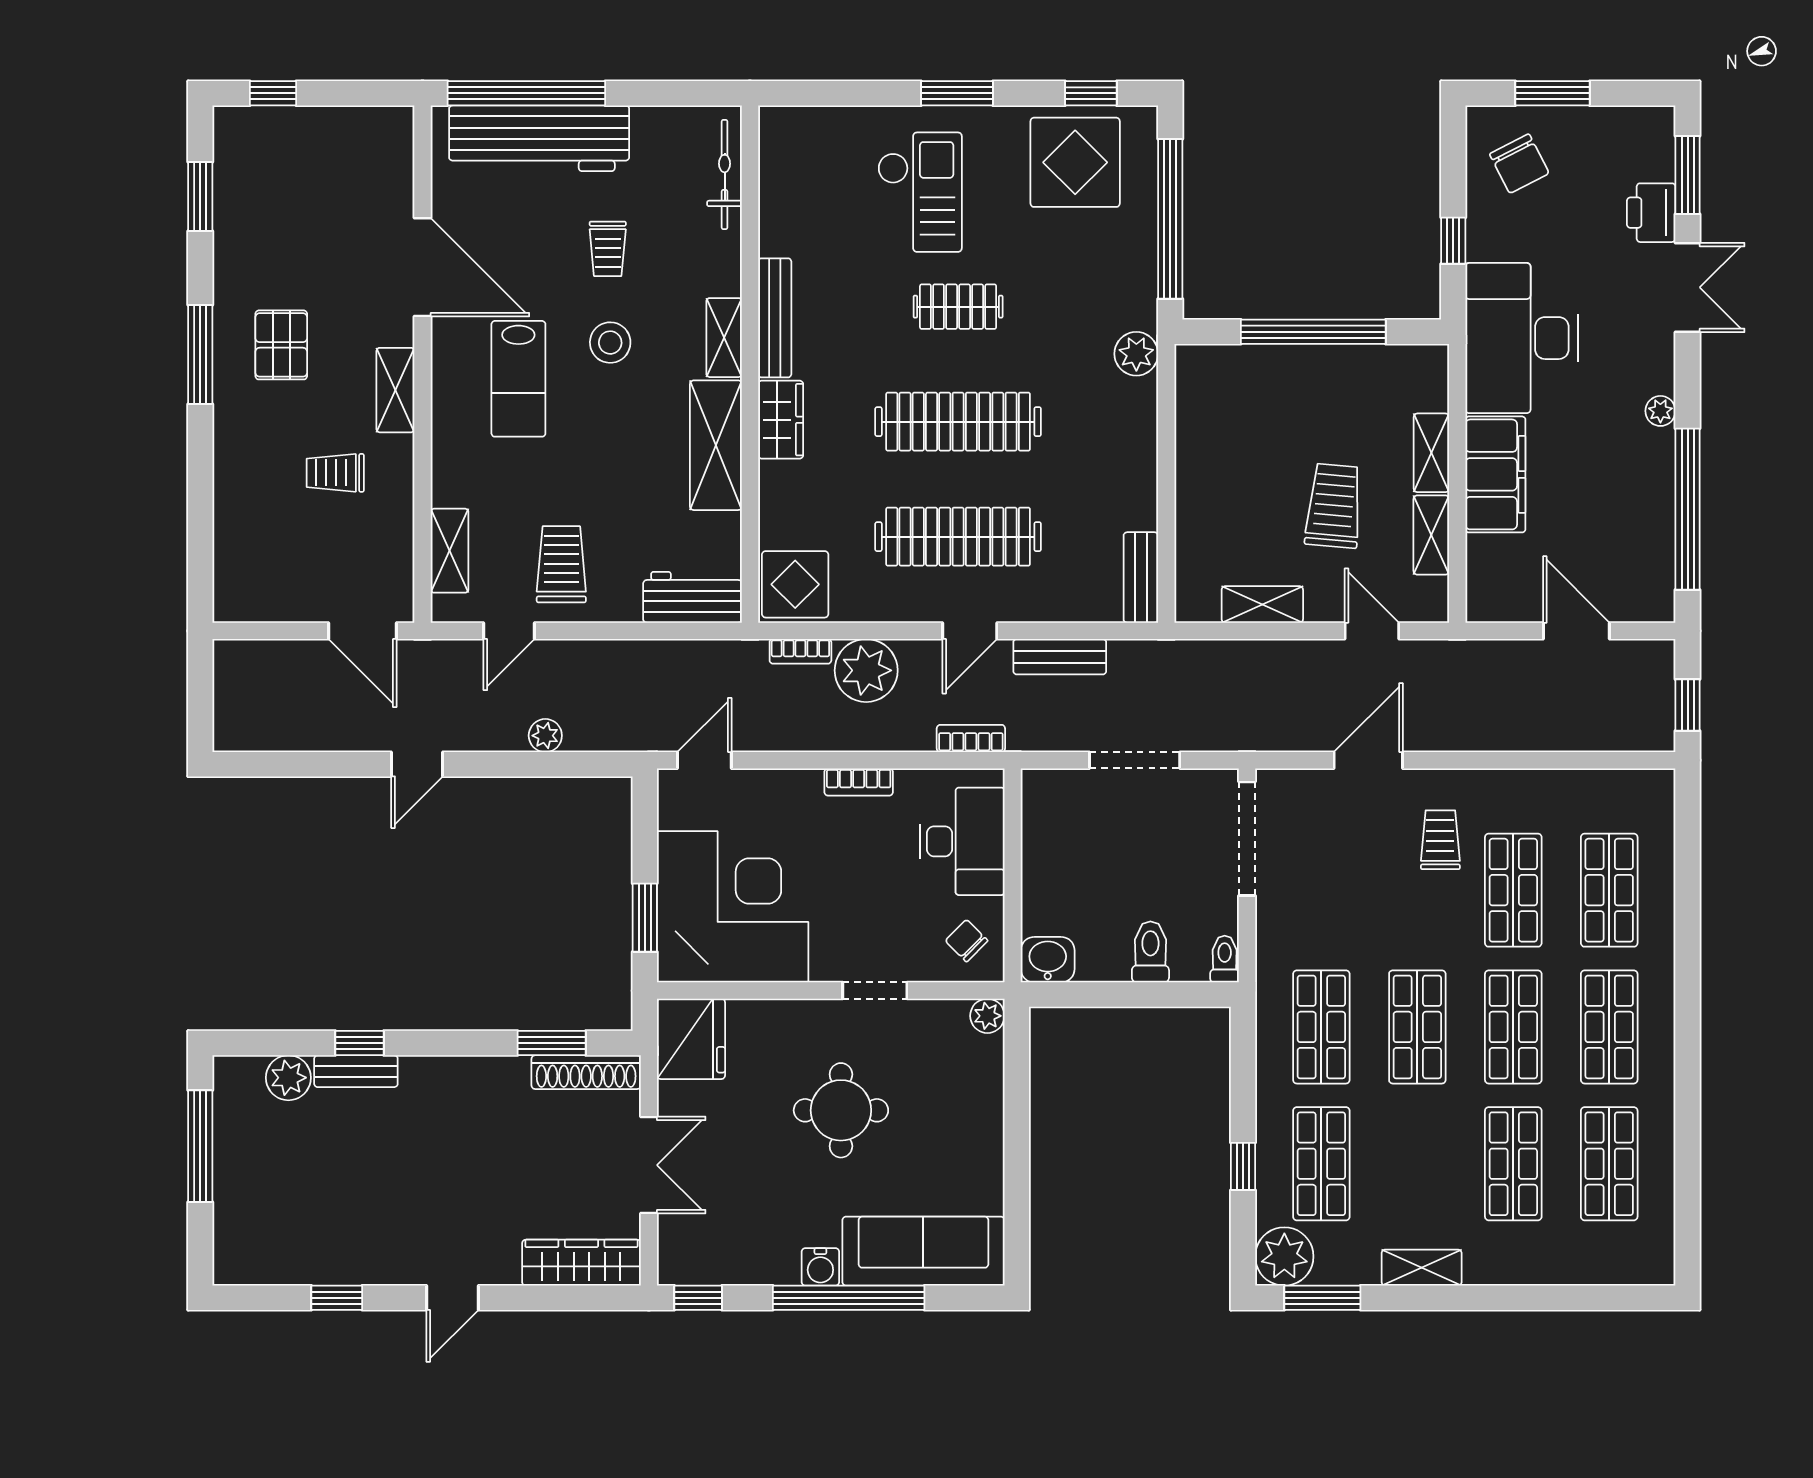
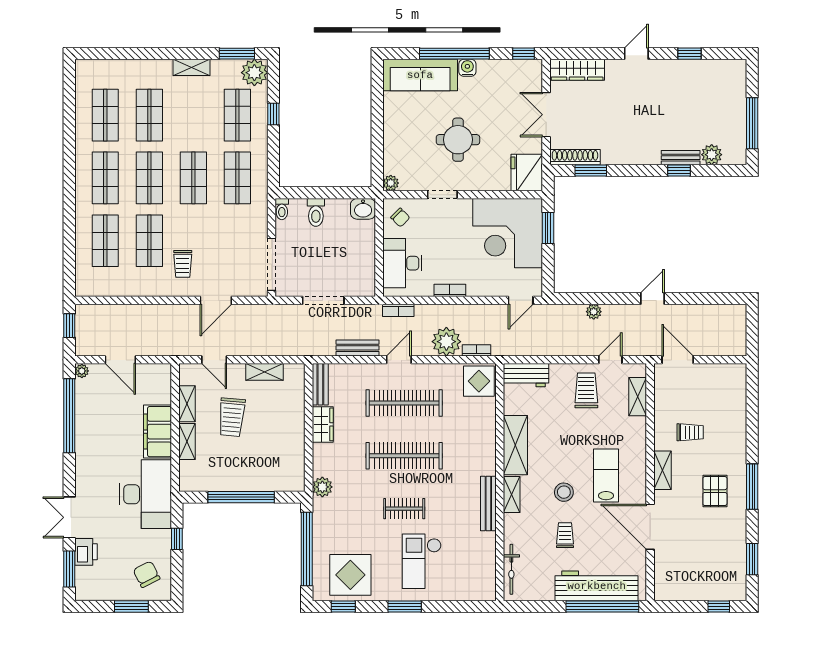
plant: (1660, 411) -> (82, 371), moved
wardrobe: (781, 420) -> (323, 424), moved, turned 180
trolley: (561, 564) -> (586, 390), turned 180

